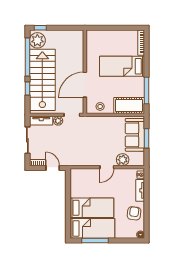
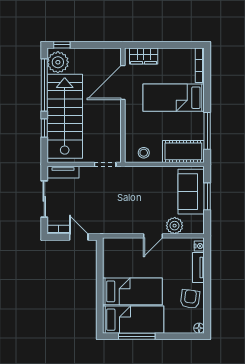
wardrobe: (100, 36) -> (144, 56), added
door: (85, 85) -> (123, 82), moved
plant: (58, 121) -> (86, 172), removed

